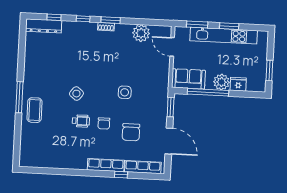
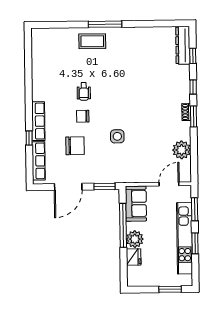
window: (269, 70) -> (170, 289), moved
side table: (76, 94) -> (113, 85), removed
chair: (131, 132) -> (75, 146), turned 180

